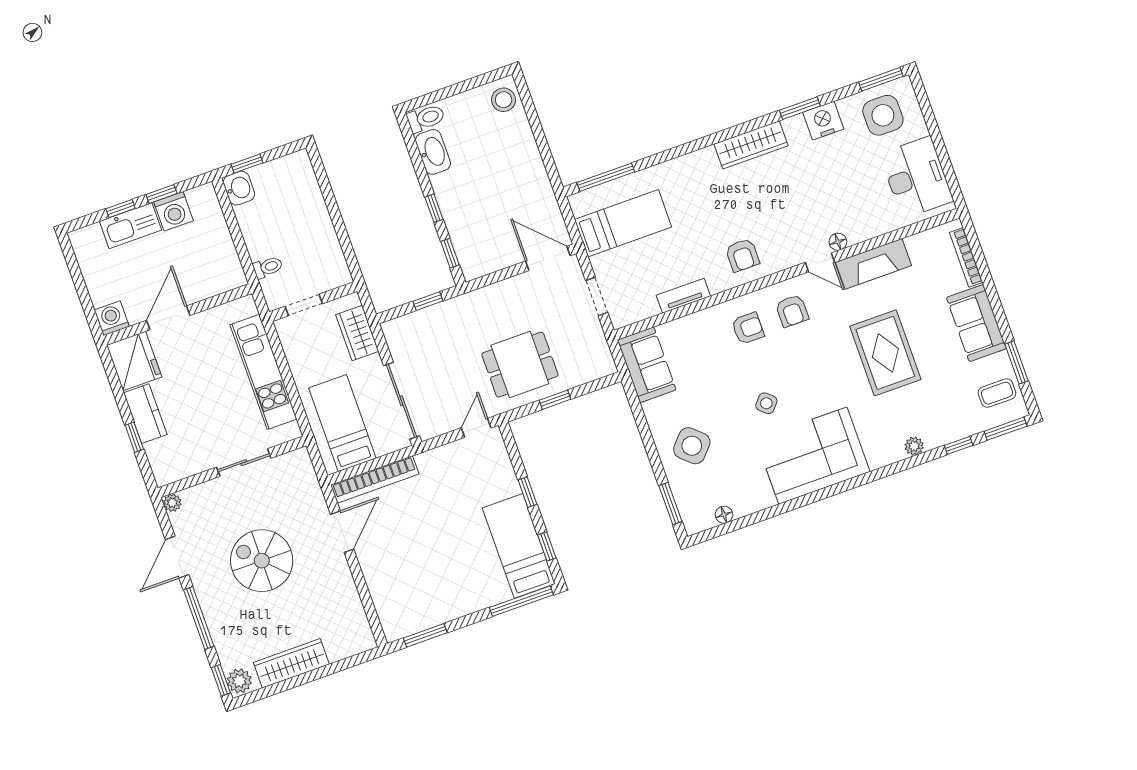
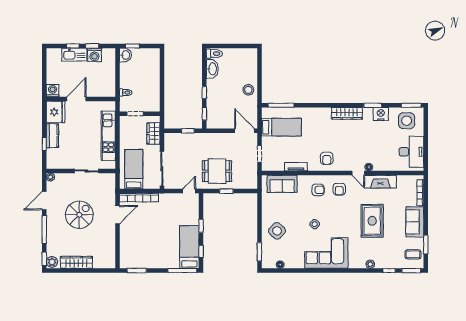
stool: (504, 100) -> (248, 90), moved
sofa: (647, 365) -> (282, 184), moved, turned 90
spiral stairs: (262, 561) -> (79, 215), turned 90

